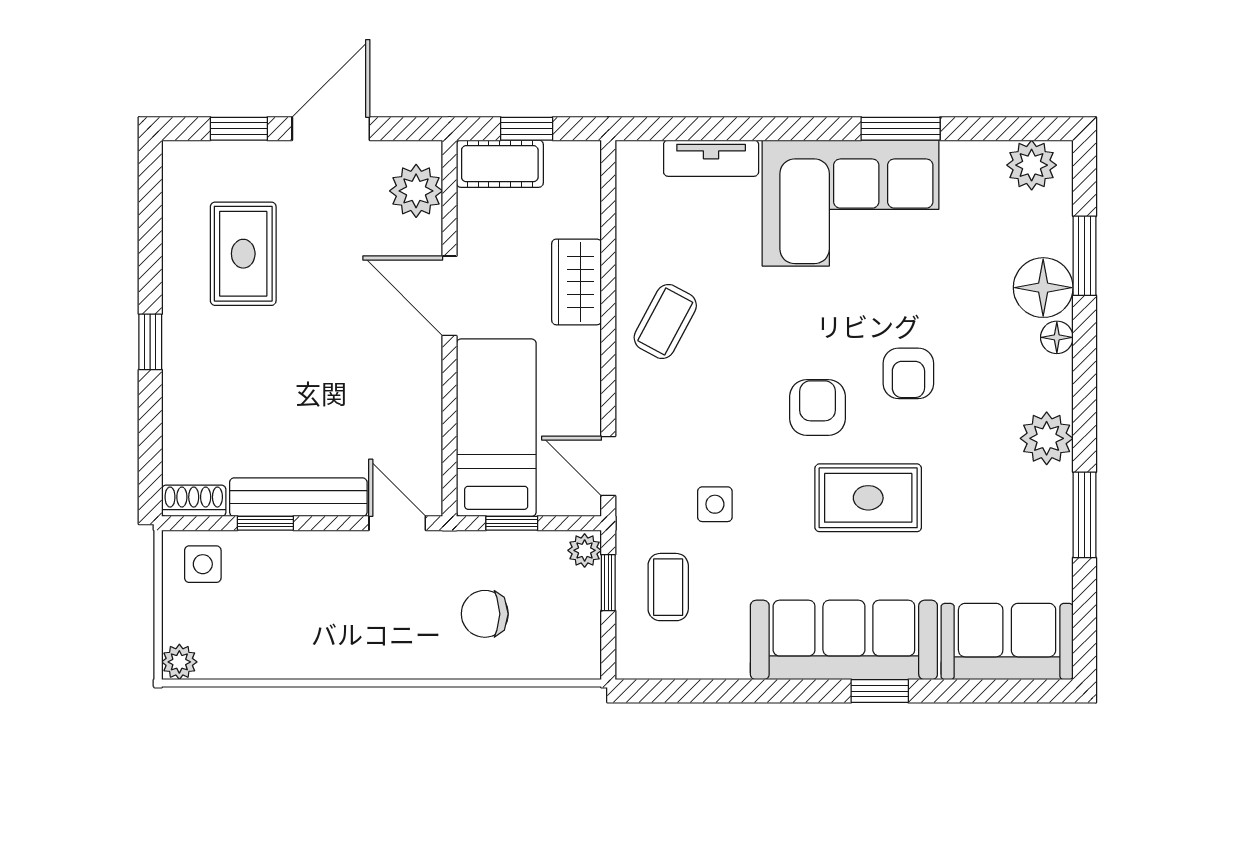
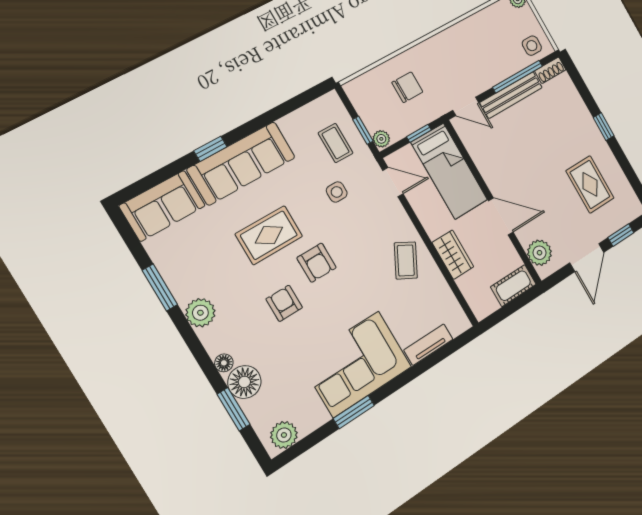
window: (527, 129) -> (511, 308), removed
window: (265, 523) -> (518, 77), width x2.17

